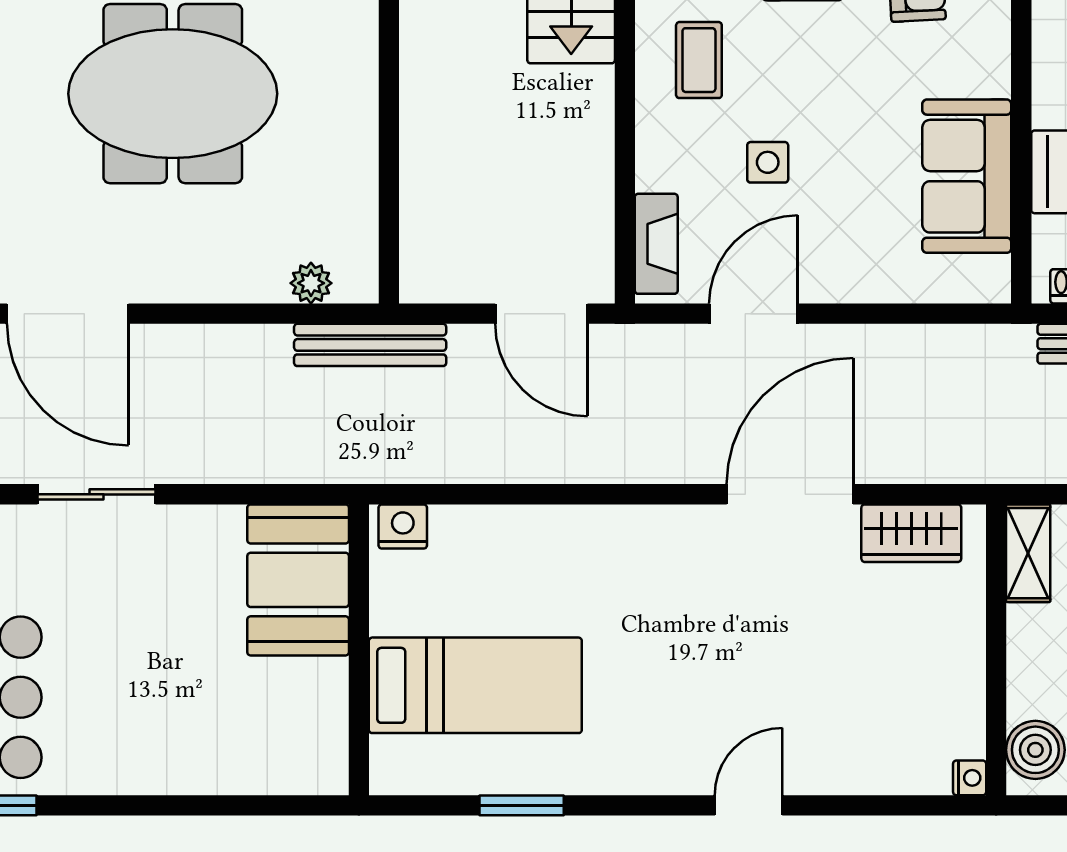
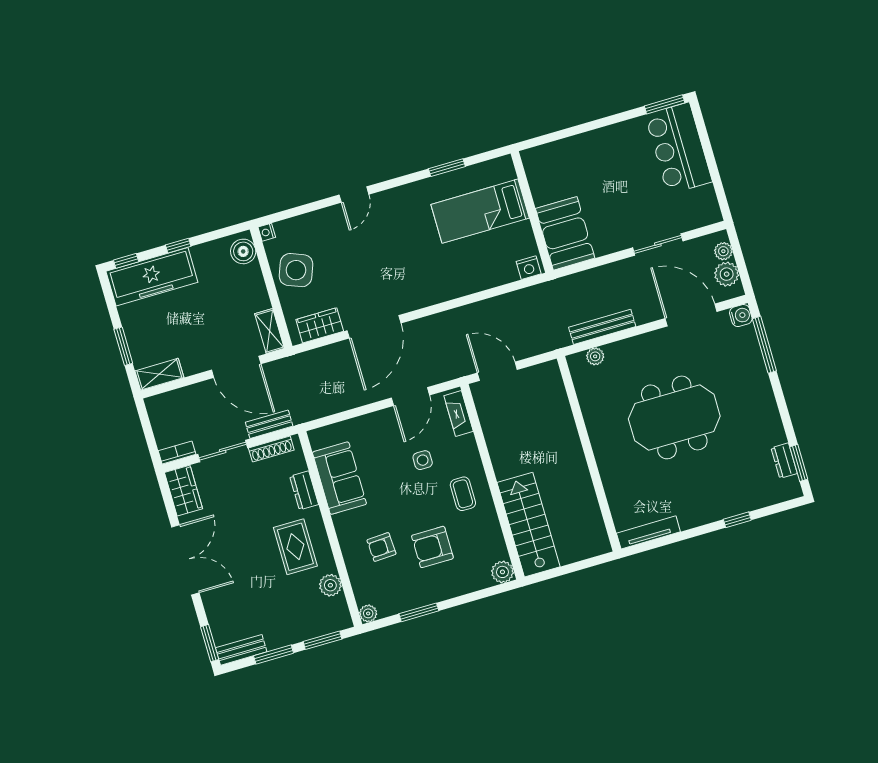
bench: (370, 345) -> (602, 327), moved
side table: (929, 673) -> (296, 270), added

